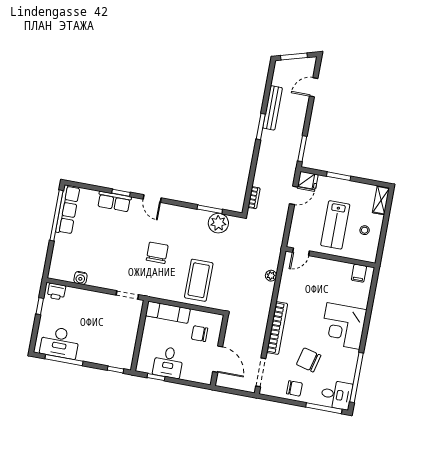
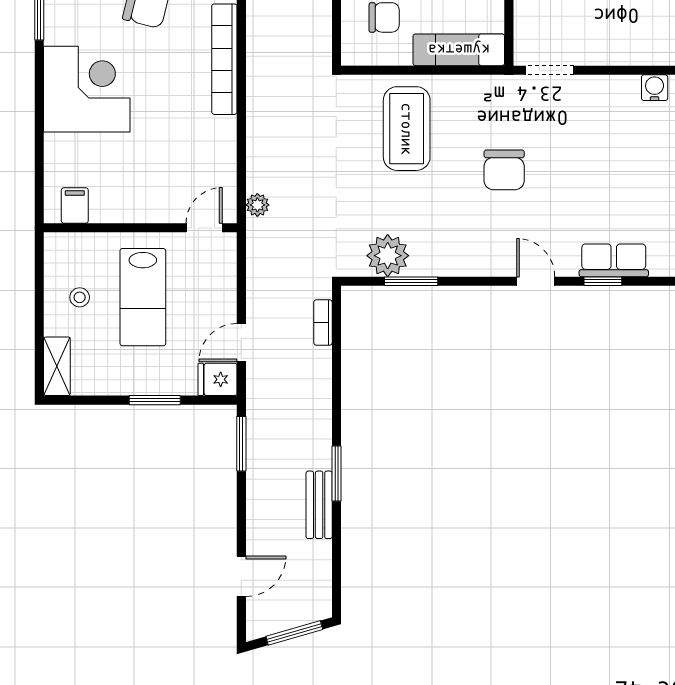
bench: (273, 108) -> (319, 505), width x0.73
lab bench: (335, 225) -> (143, 297), turned 180
plant: (271, 276) -> (257, 205), moved

